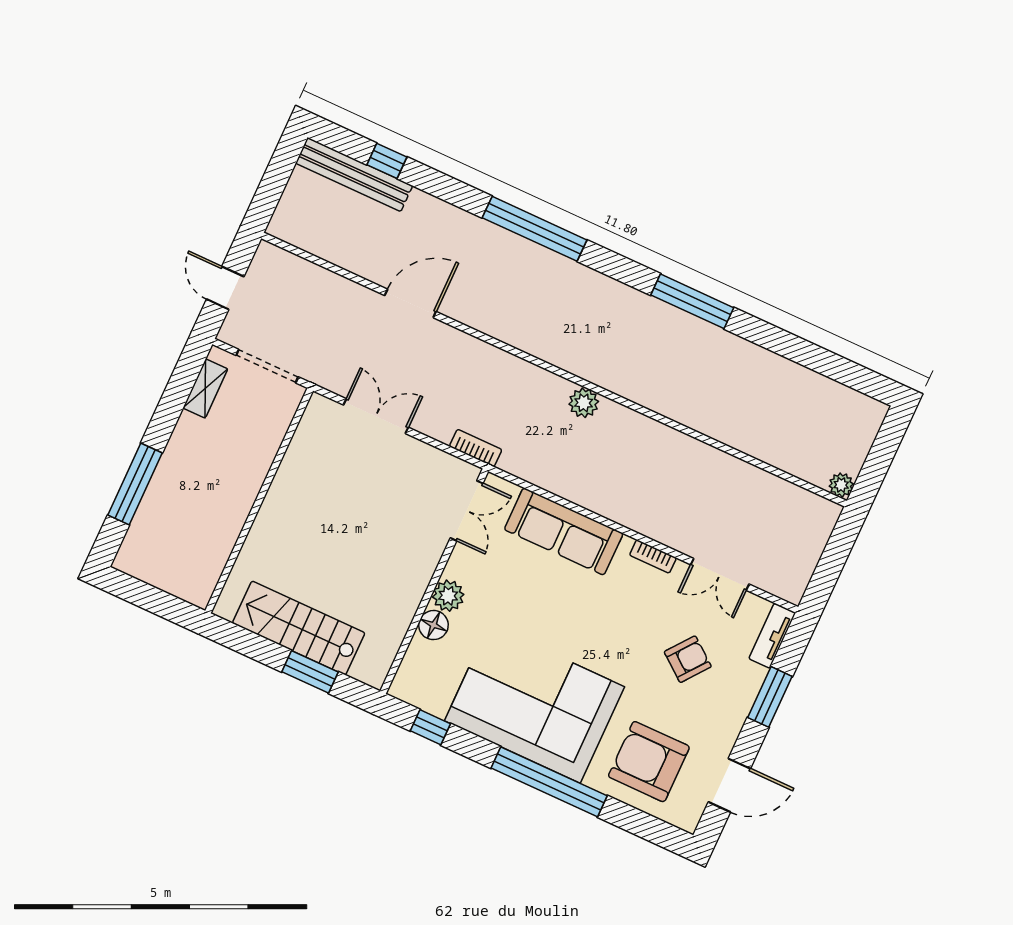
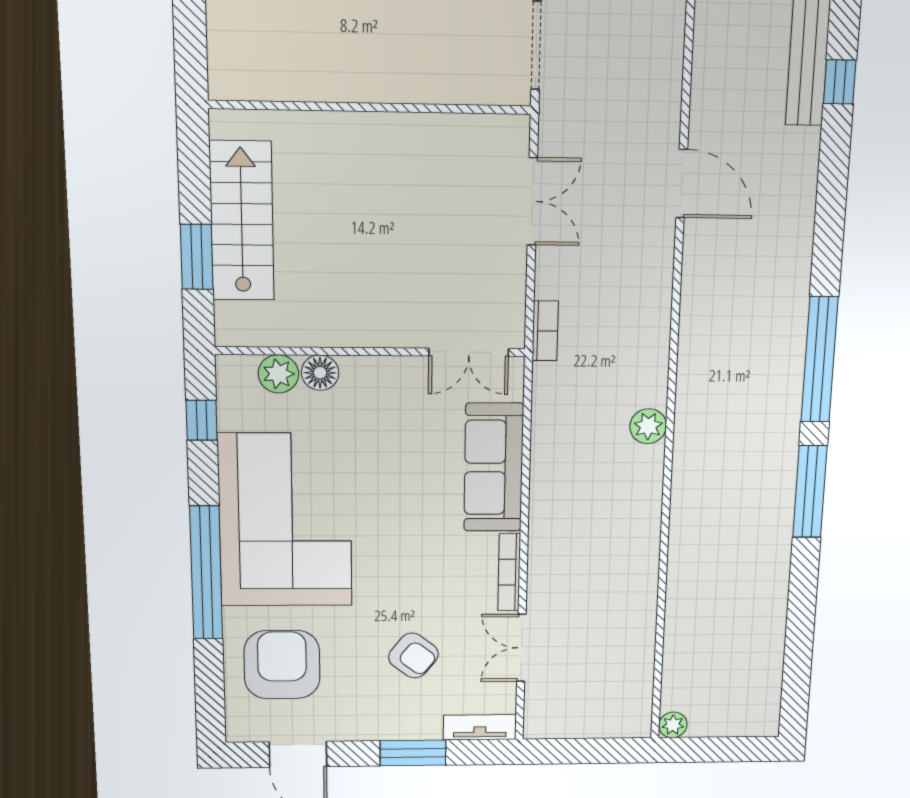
window: (535, 229) -> (820, 360), moved
bookcase: (653, 556) -> (509, 572), width x1.56
plant: (448, 596) -> (278, 374), moved

